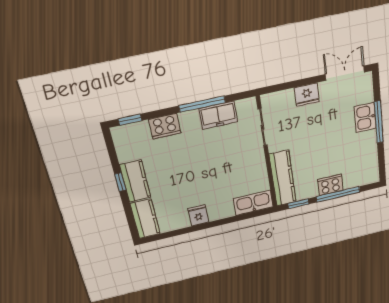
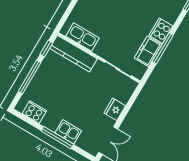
cooker: (165, 126) -> (161, 31), moved
cooker: (330, 185) -> (34, 112), moved, turned -90
kitchen sink: (253, 203) -> (82, 37), moved, turned -90

